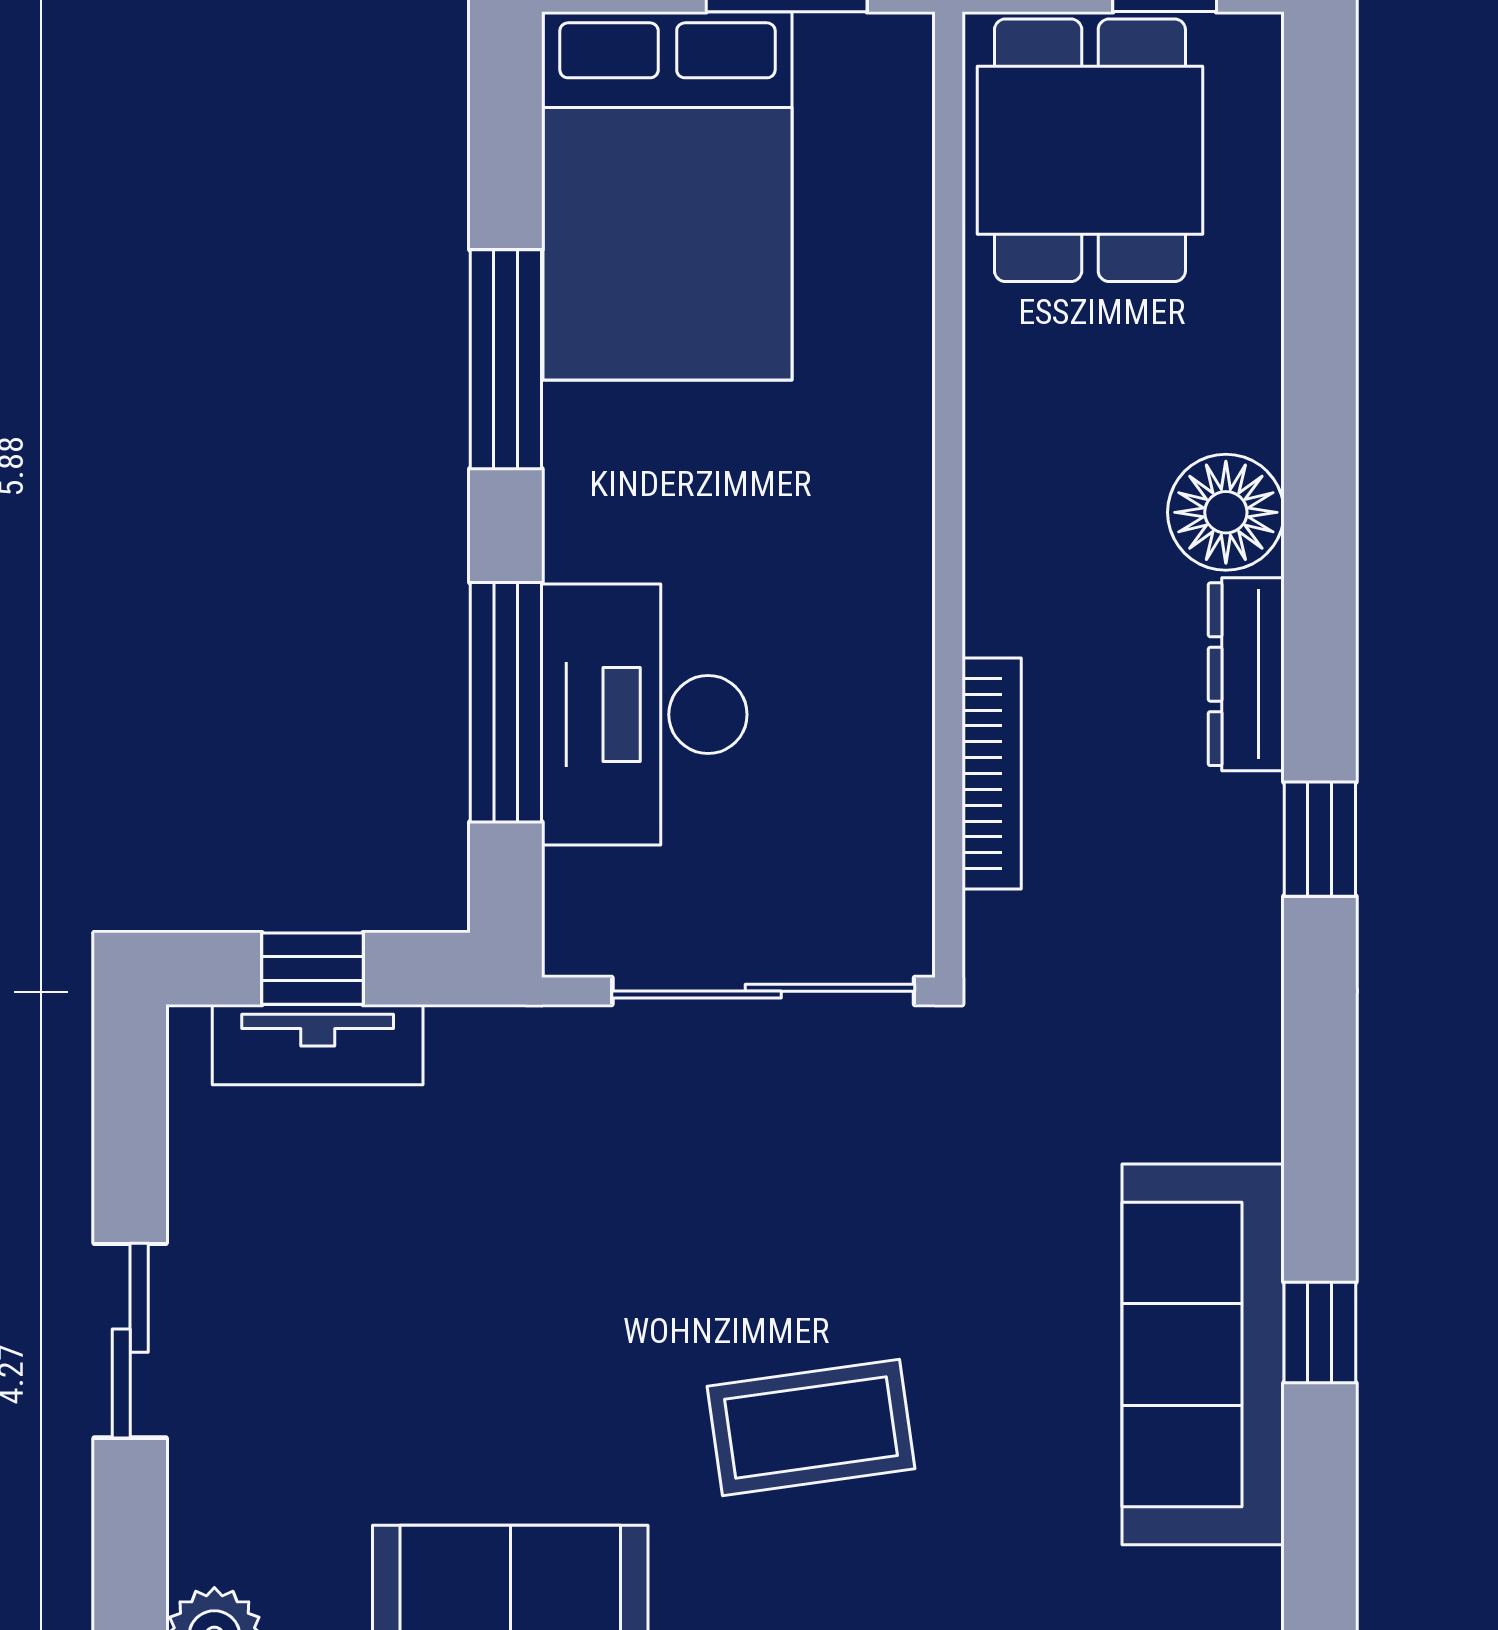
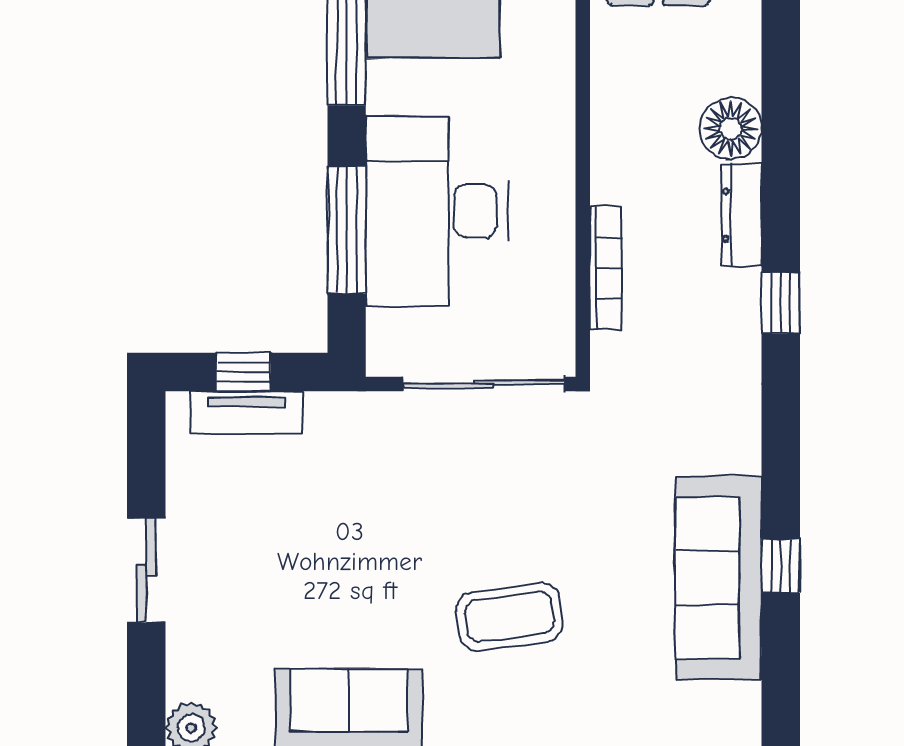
desk: (644, 715) -> (437, 211), width x1.36, depth x1.30

